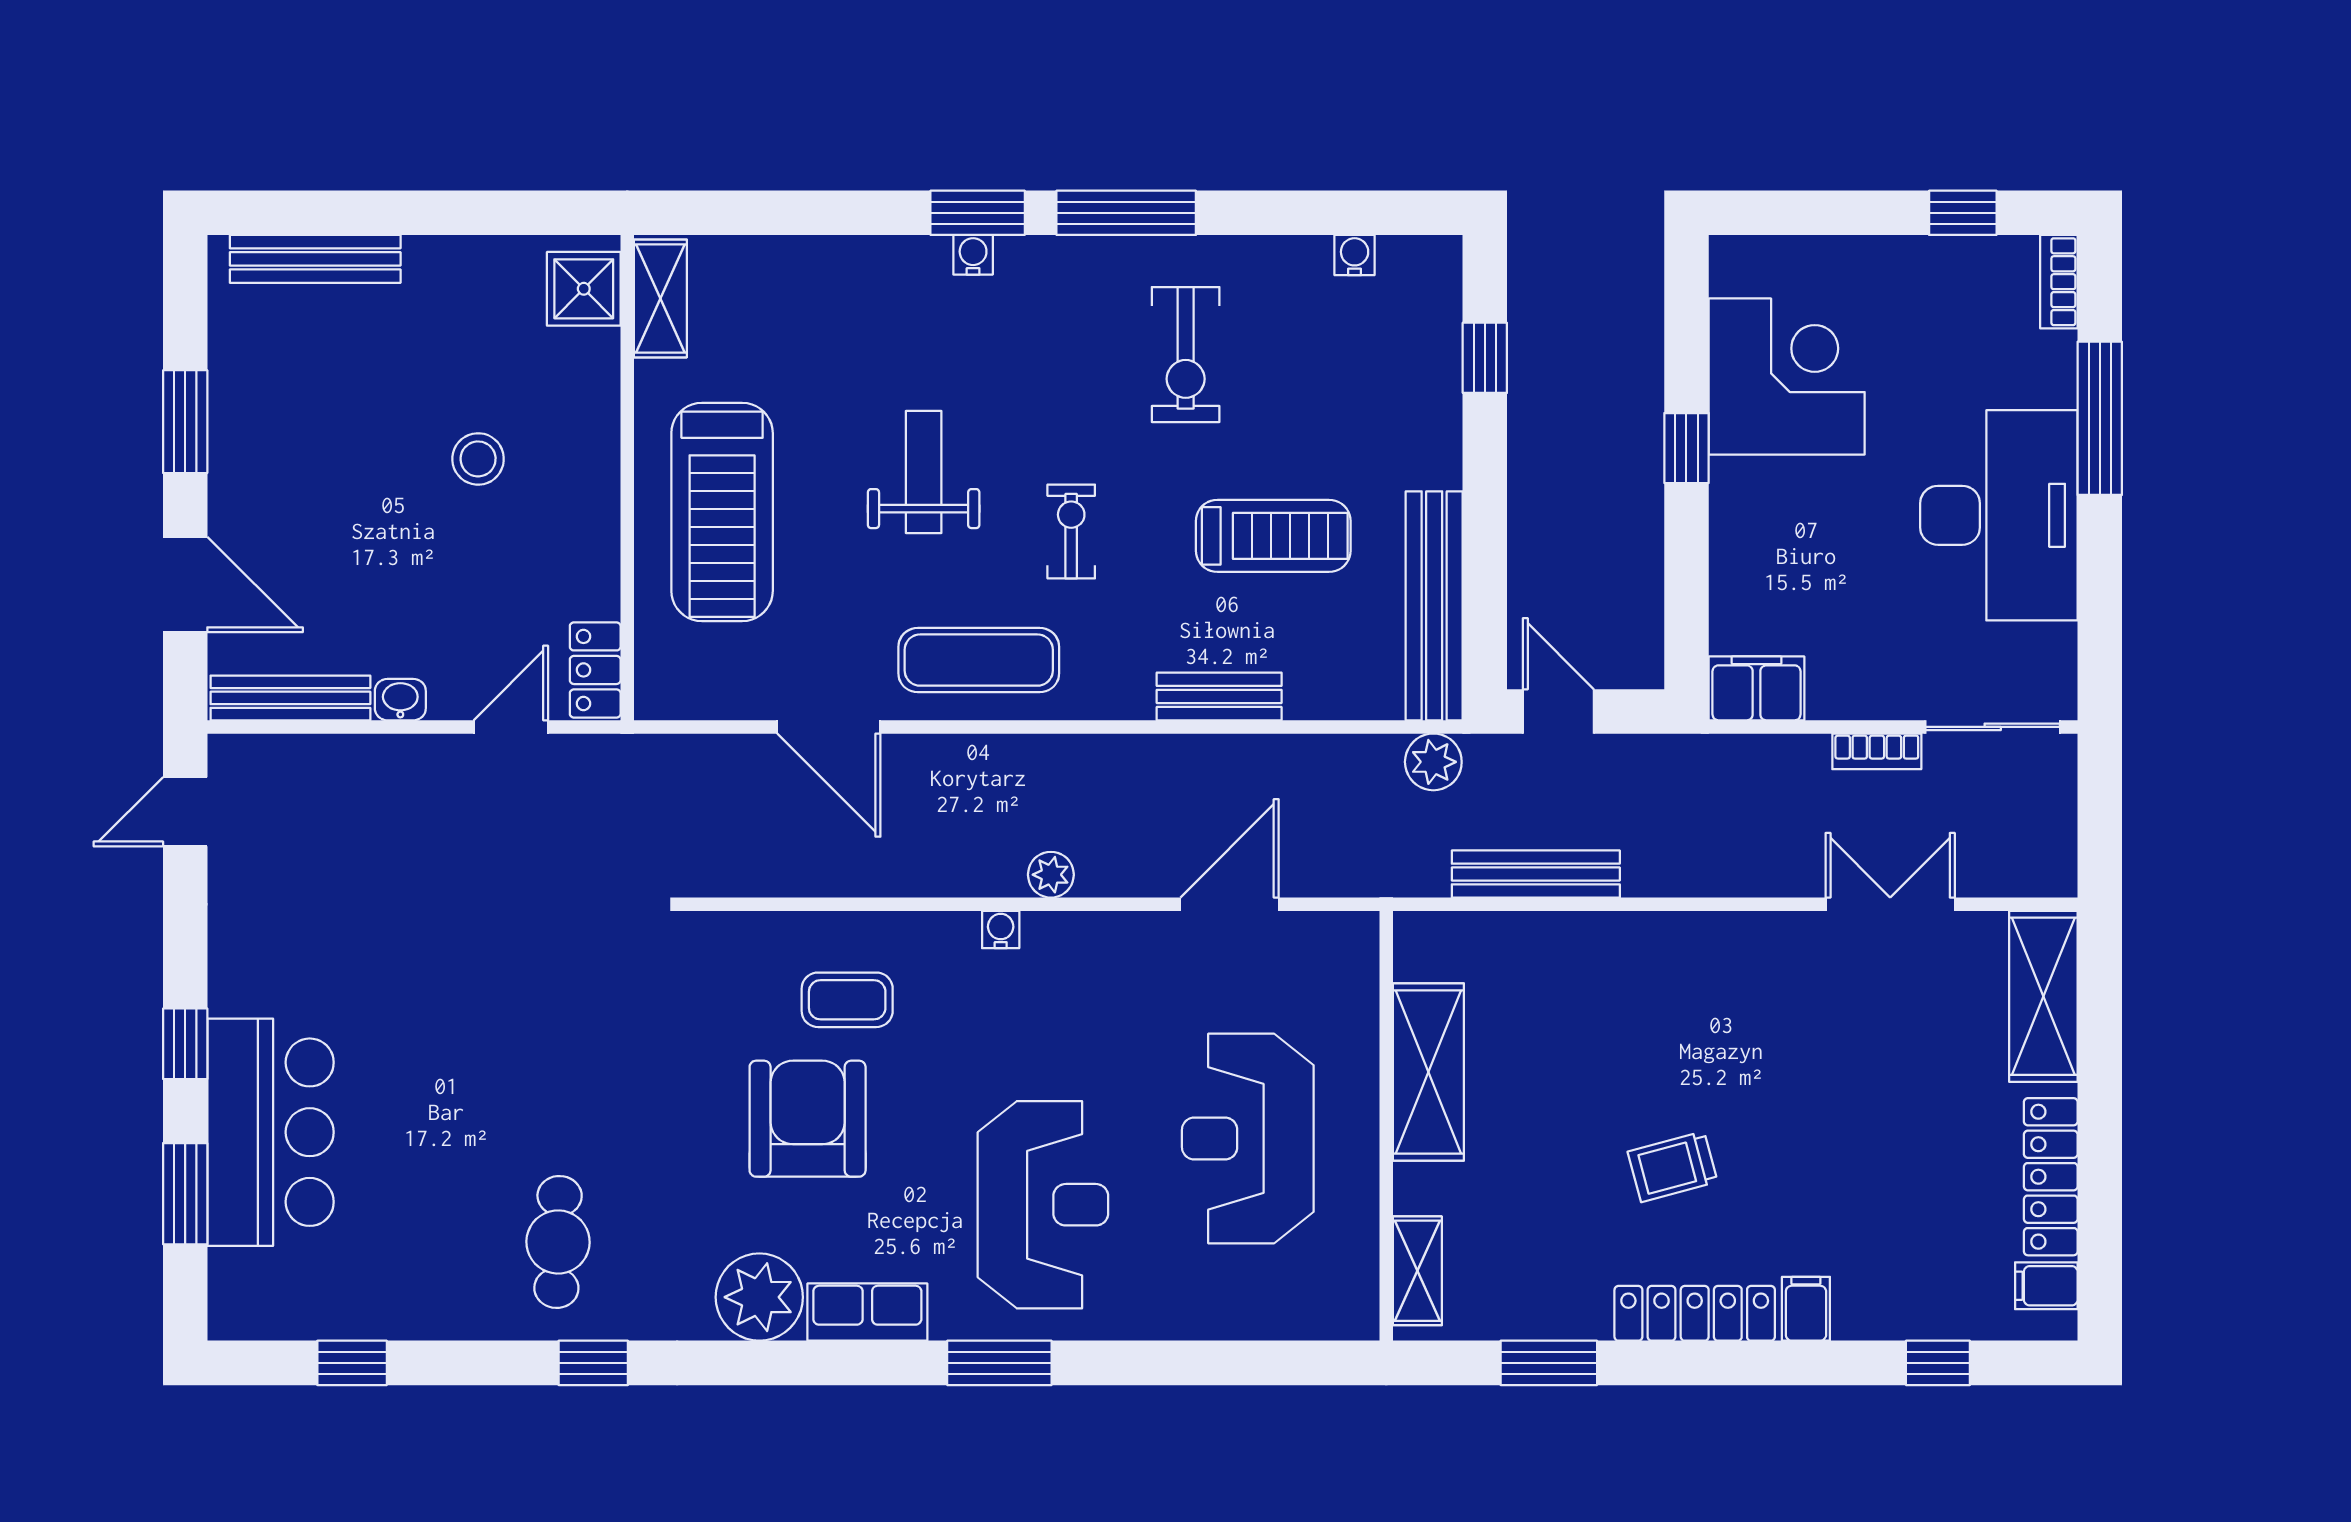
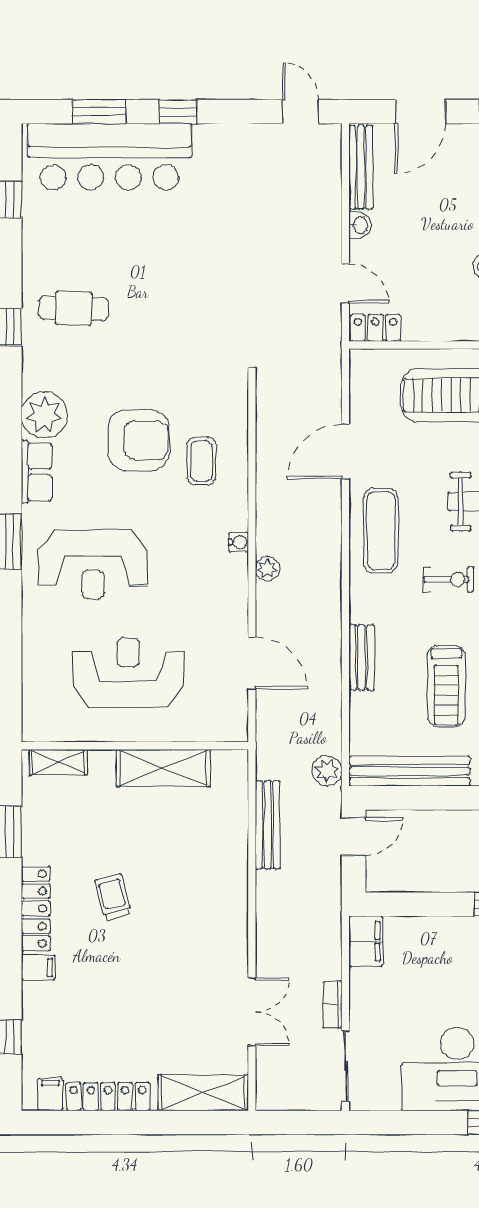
bar counter: (271, 1132) -> (110, 157), width x1.36

